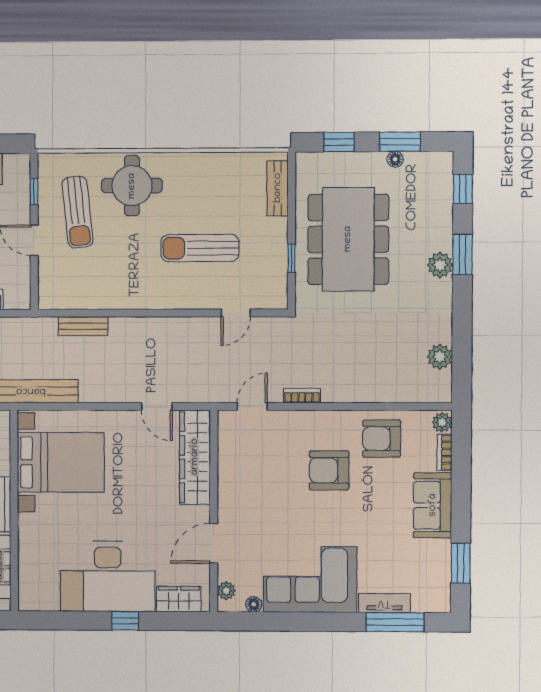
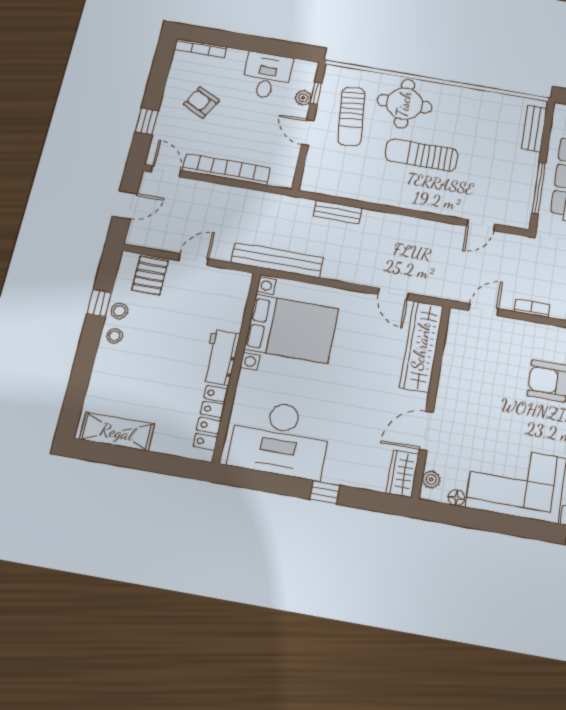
plant: (21, 200) -> (303, 98), added
sun lounger: (200, 248) -> (421, 155), moved
window: (291, 258) -> (539, 188), width x2.17
desk: (108, 576) -> (280, 439), moved
wardrobe: (179, 599) -> (402, 474), moved, turned -90

